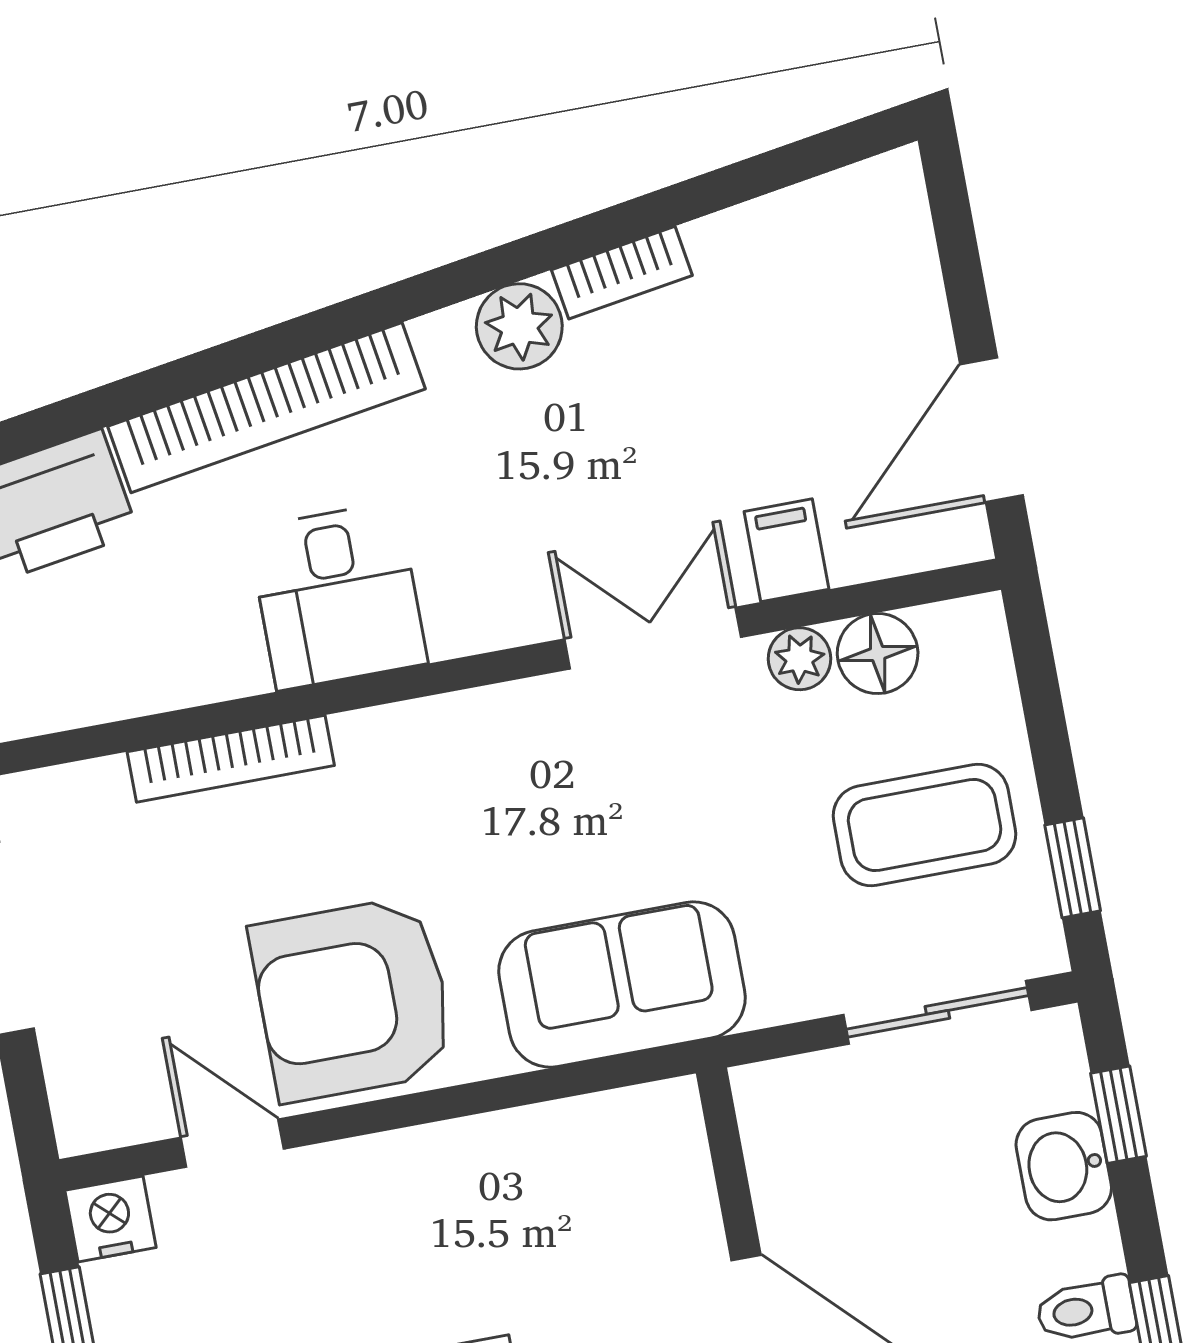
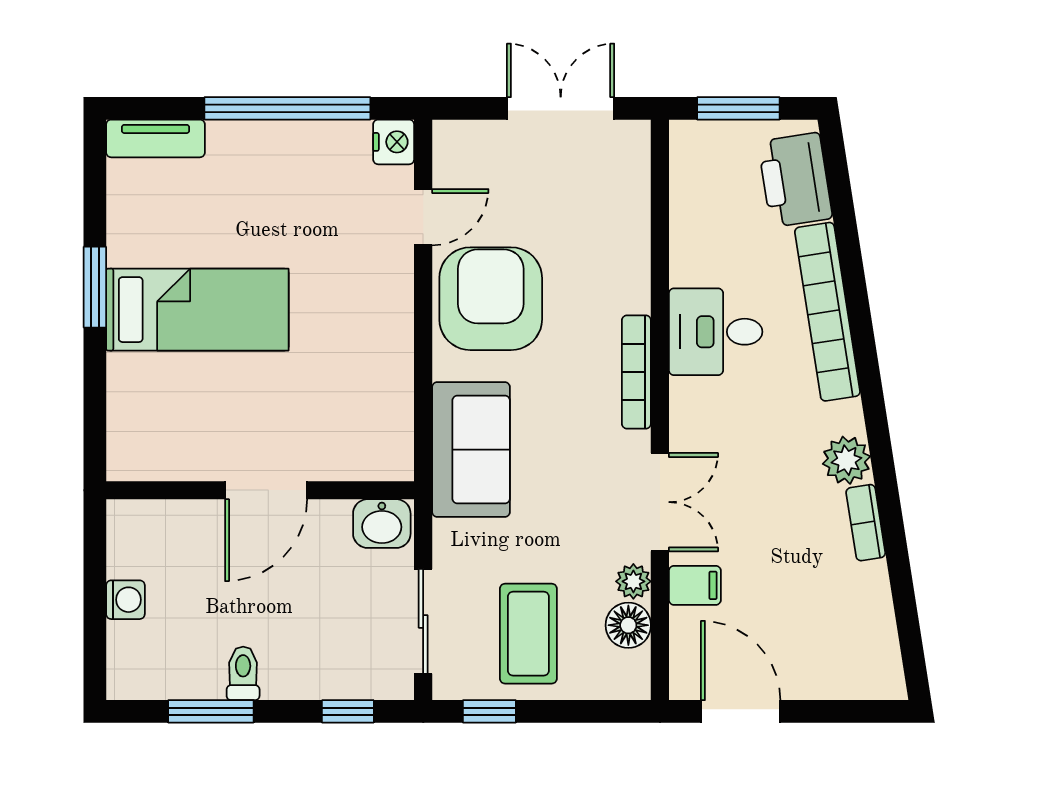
bookcase: (231, 759) -> (636, 372), moved
washbasin: (1064, 1166) -> (382, 524), moved, turned 180

